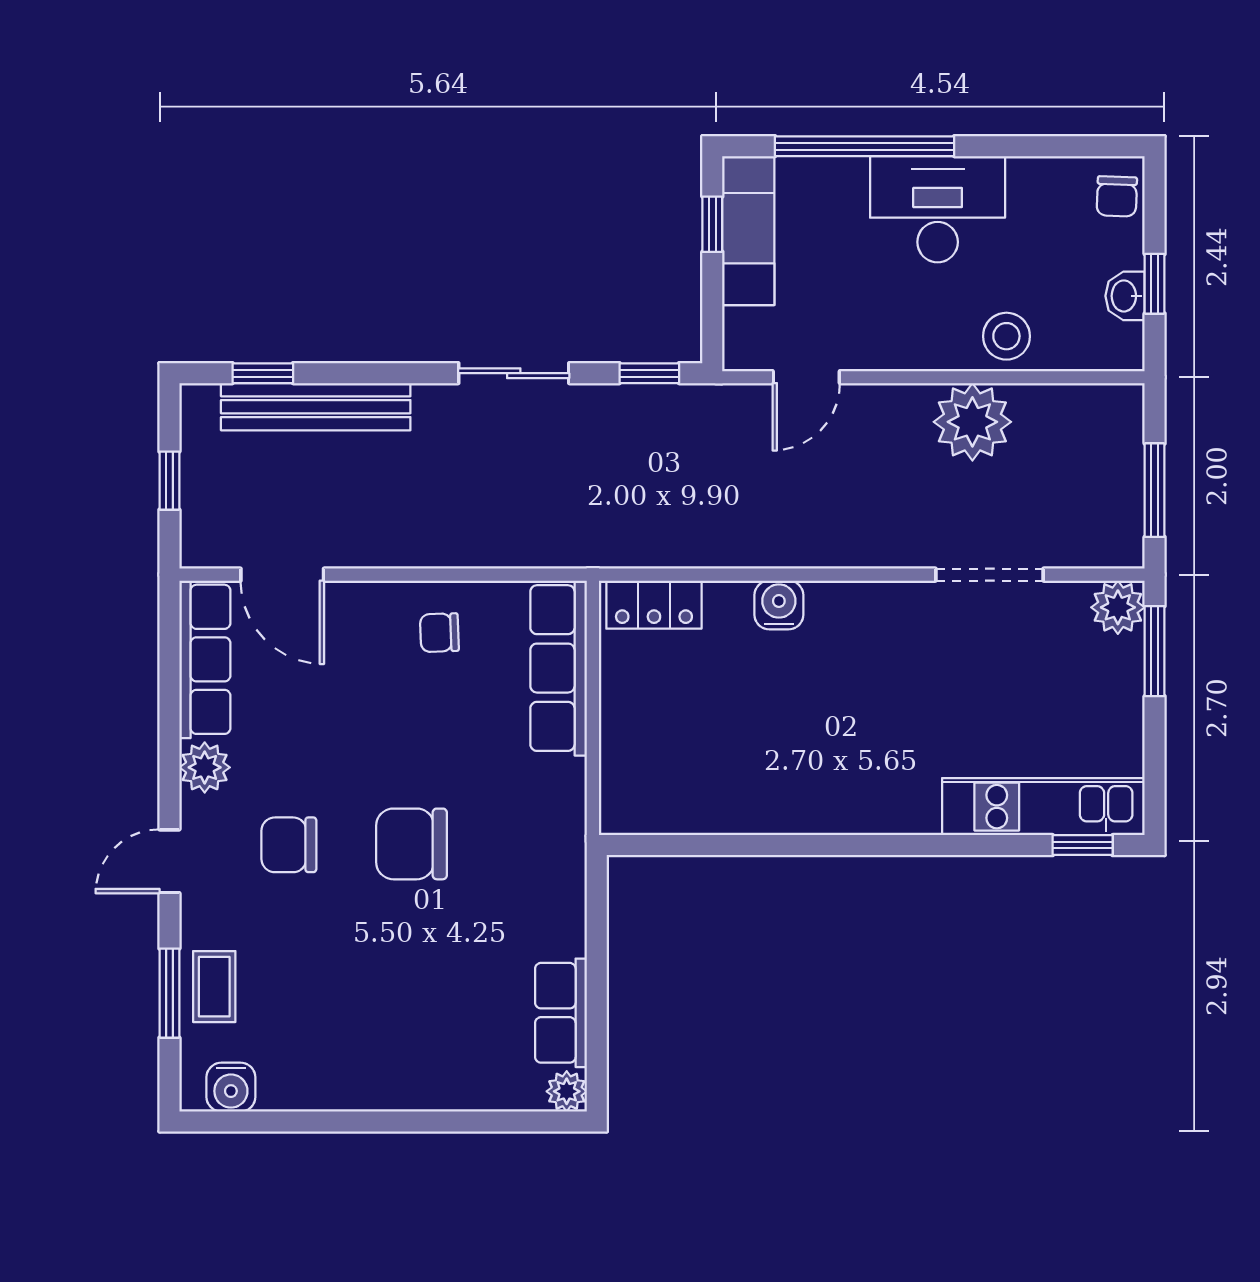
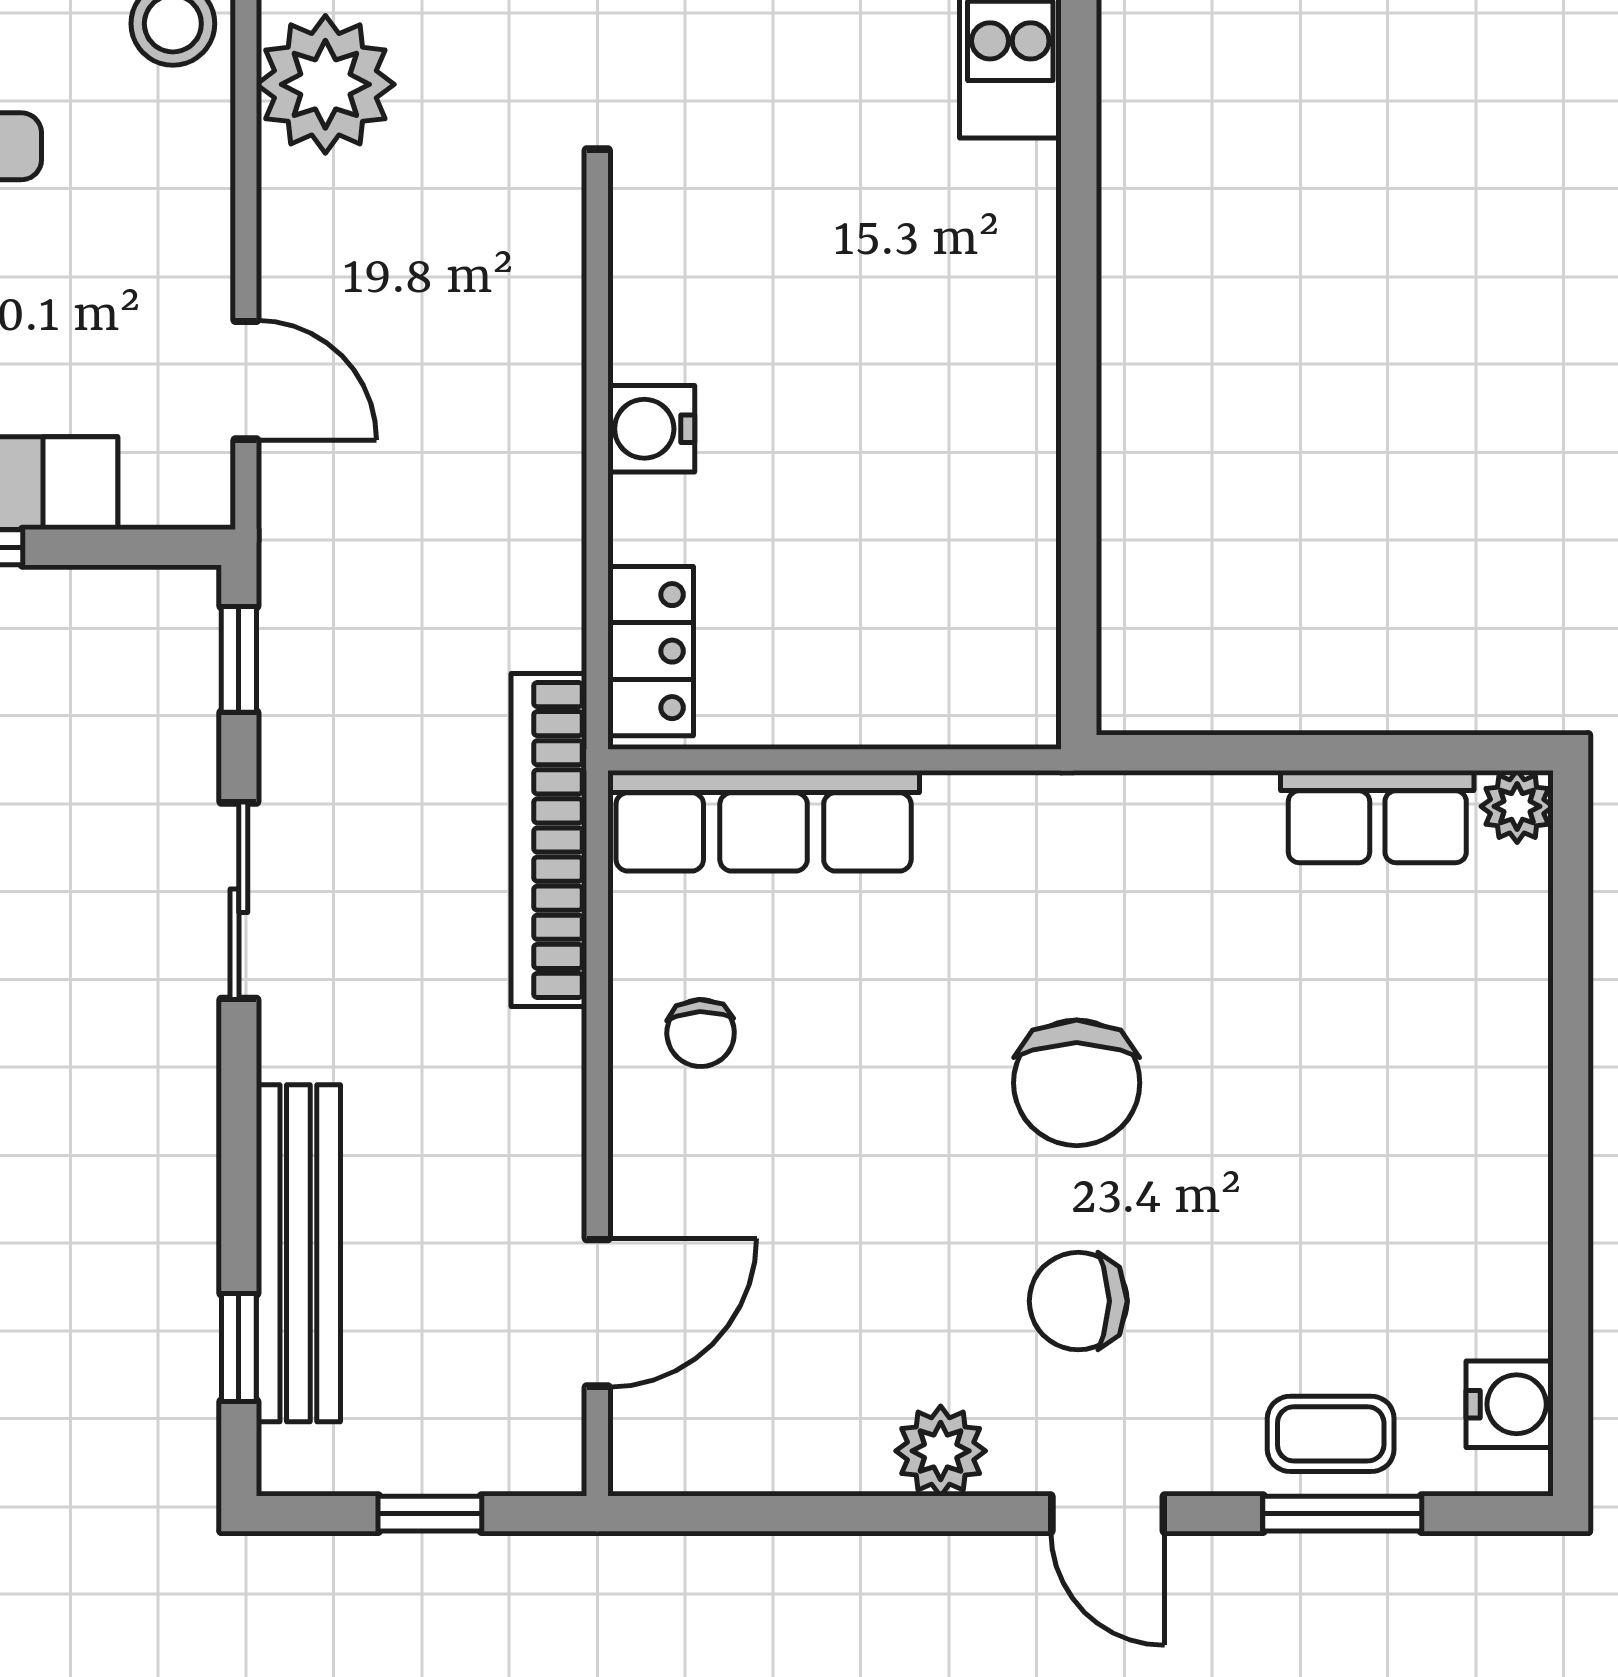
bookcase: (548, 547) -> (549, 840), added
row of seats: (205, 659) -> (748, 1451), removed
chair: (289, 845) -> (1078, 1301), turned 90

